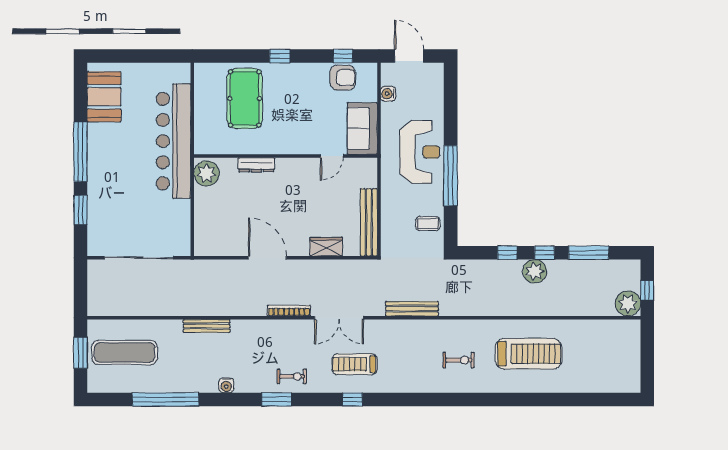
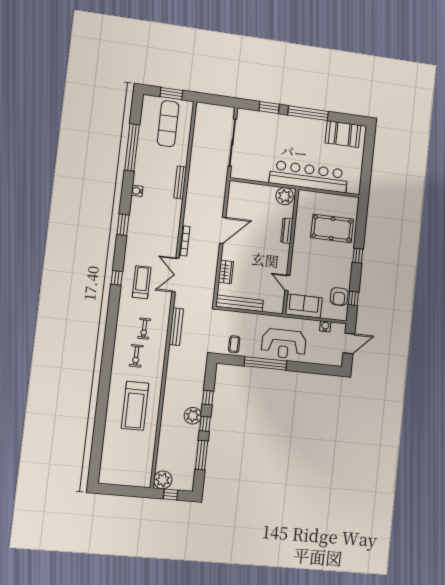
exercise bike: (292, 376) -> (144, 329), moved

